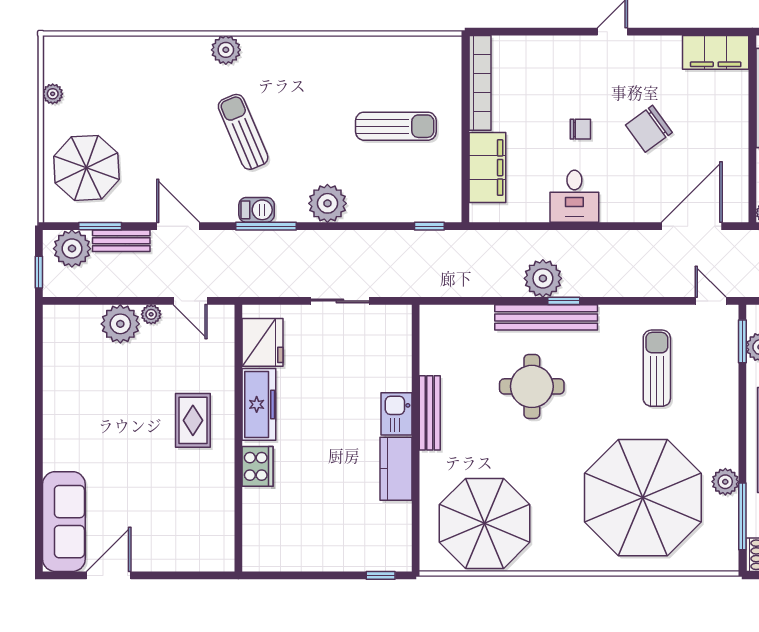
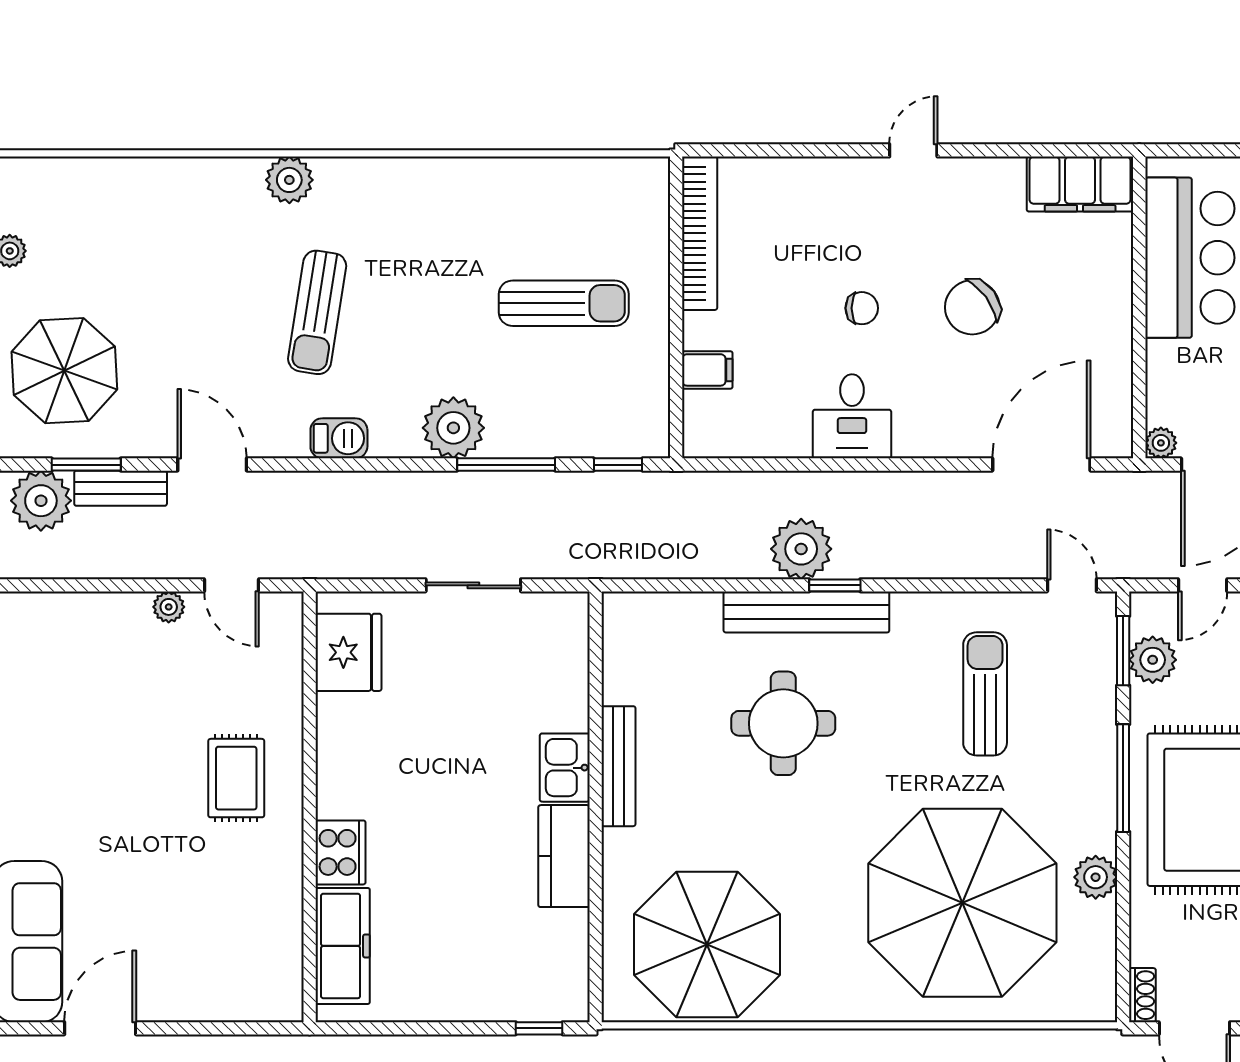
sun lounger: (243, 132) -> (317, 312), turned -148
filing cabinet: (487, 168) -> (707, 370), width x0.33, depth x0.86
window: (266, 226) -> (506, 465), moved
plant: (120, 324) -> (119, 622), removed
freezer: (259, 404) -> (343, 946), moved
window: (742, 516) -> (1123, 778), moved

